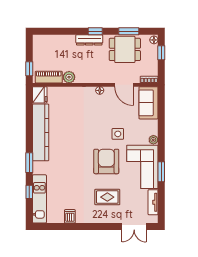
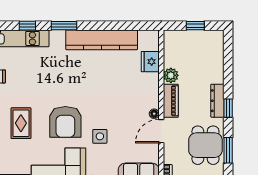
window: (29, 69) -> (195, 26), moved
piano: (49, 77) -> (171, 101), moved
door: (124, 85) -> (161, 131), moved
fridge: (40, 95) -> (150, 62), moved, turned 90
armchair: (106, 161) -> (65, 122), turned 90

